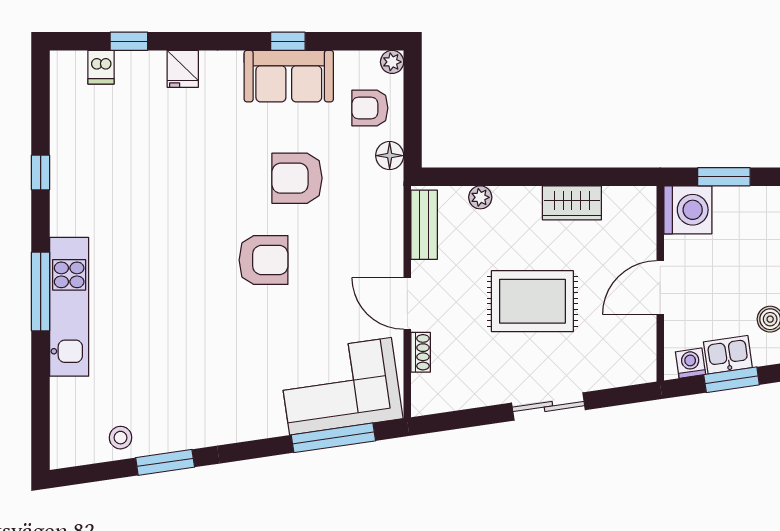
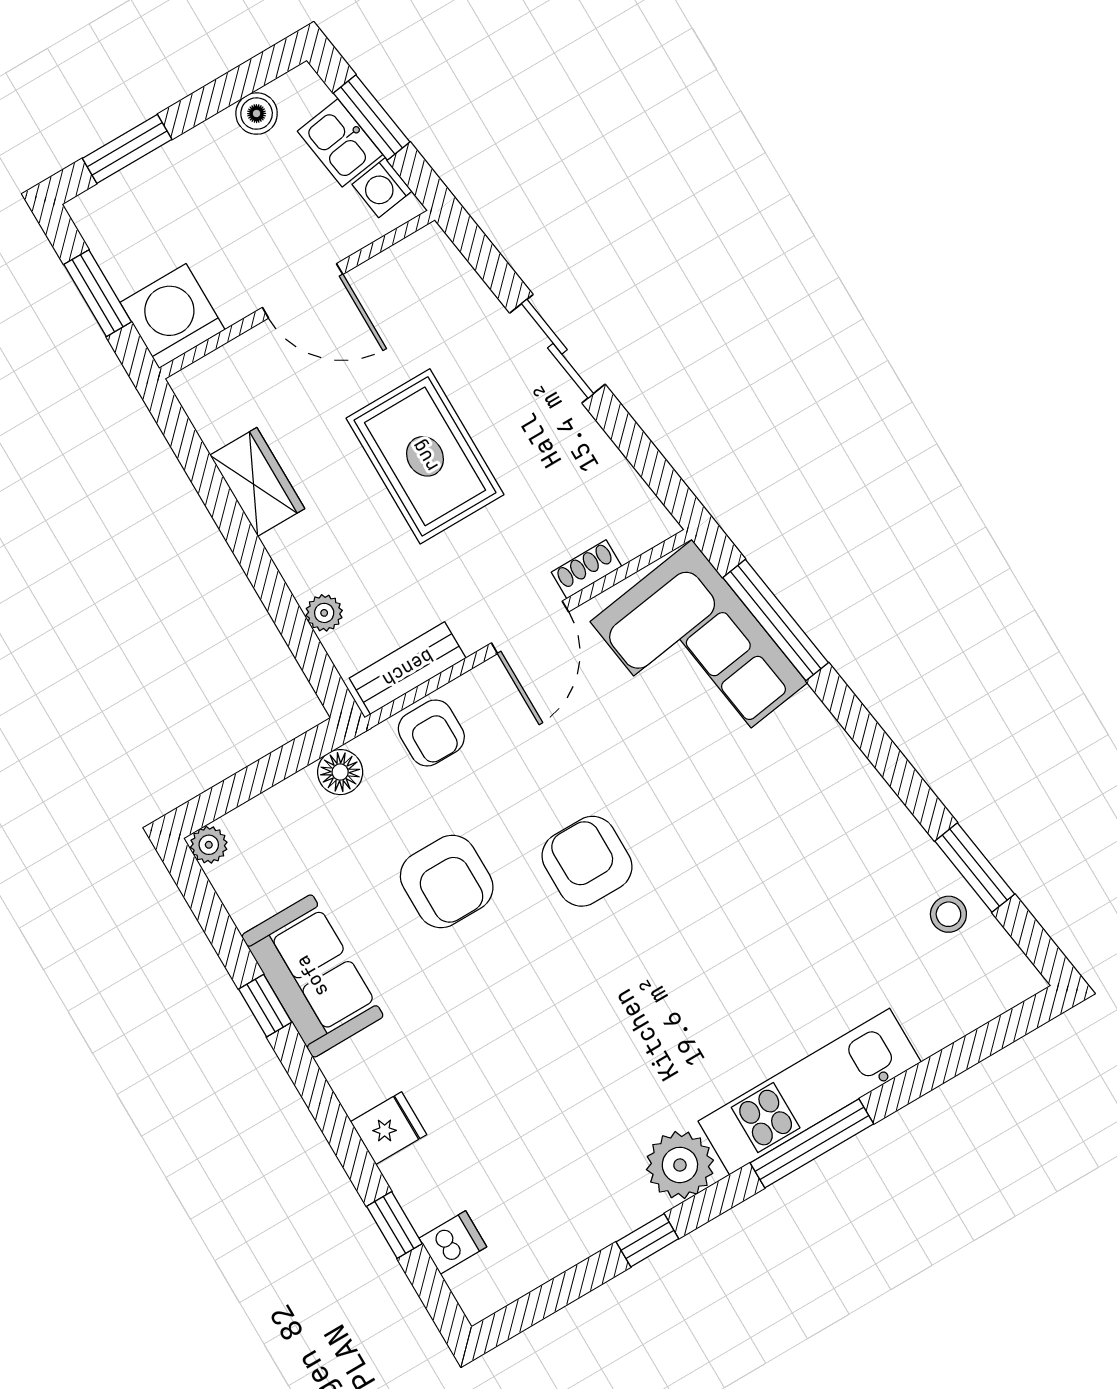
armchair: (370, 108) -> (431, 733), moved
plant: (71, 214) -> (680, 1165), added
window: (165, 462) -> (975, 868), moved

